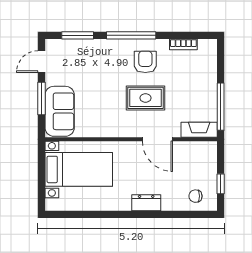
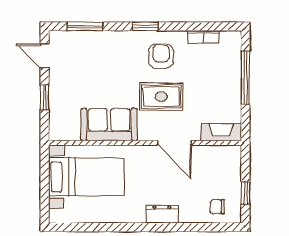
window: (131, 35) -> (145, 26), width x0.46
door: (42, 62) -> (45, 56), hinge flipped
window: (42, 99) -> (45, 97), width x0.67
window: (221, 107) -> (245, 78), moved
sofa: (60, 111) -> (109, 125), moved, turned -90

